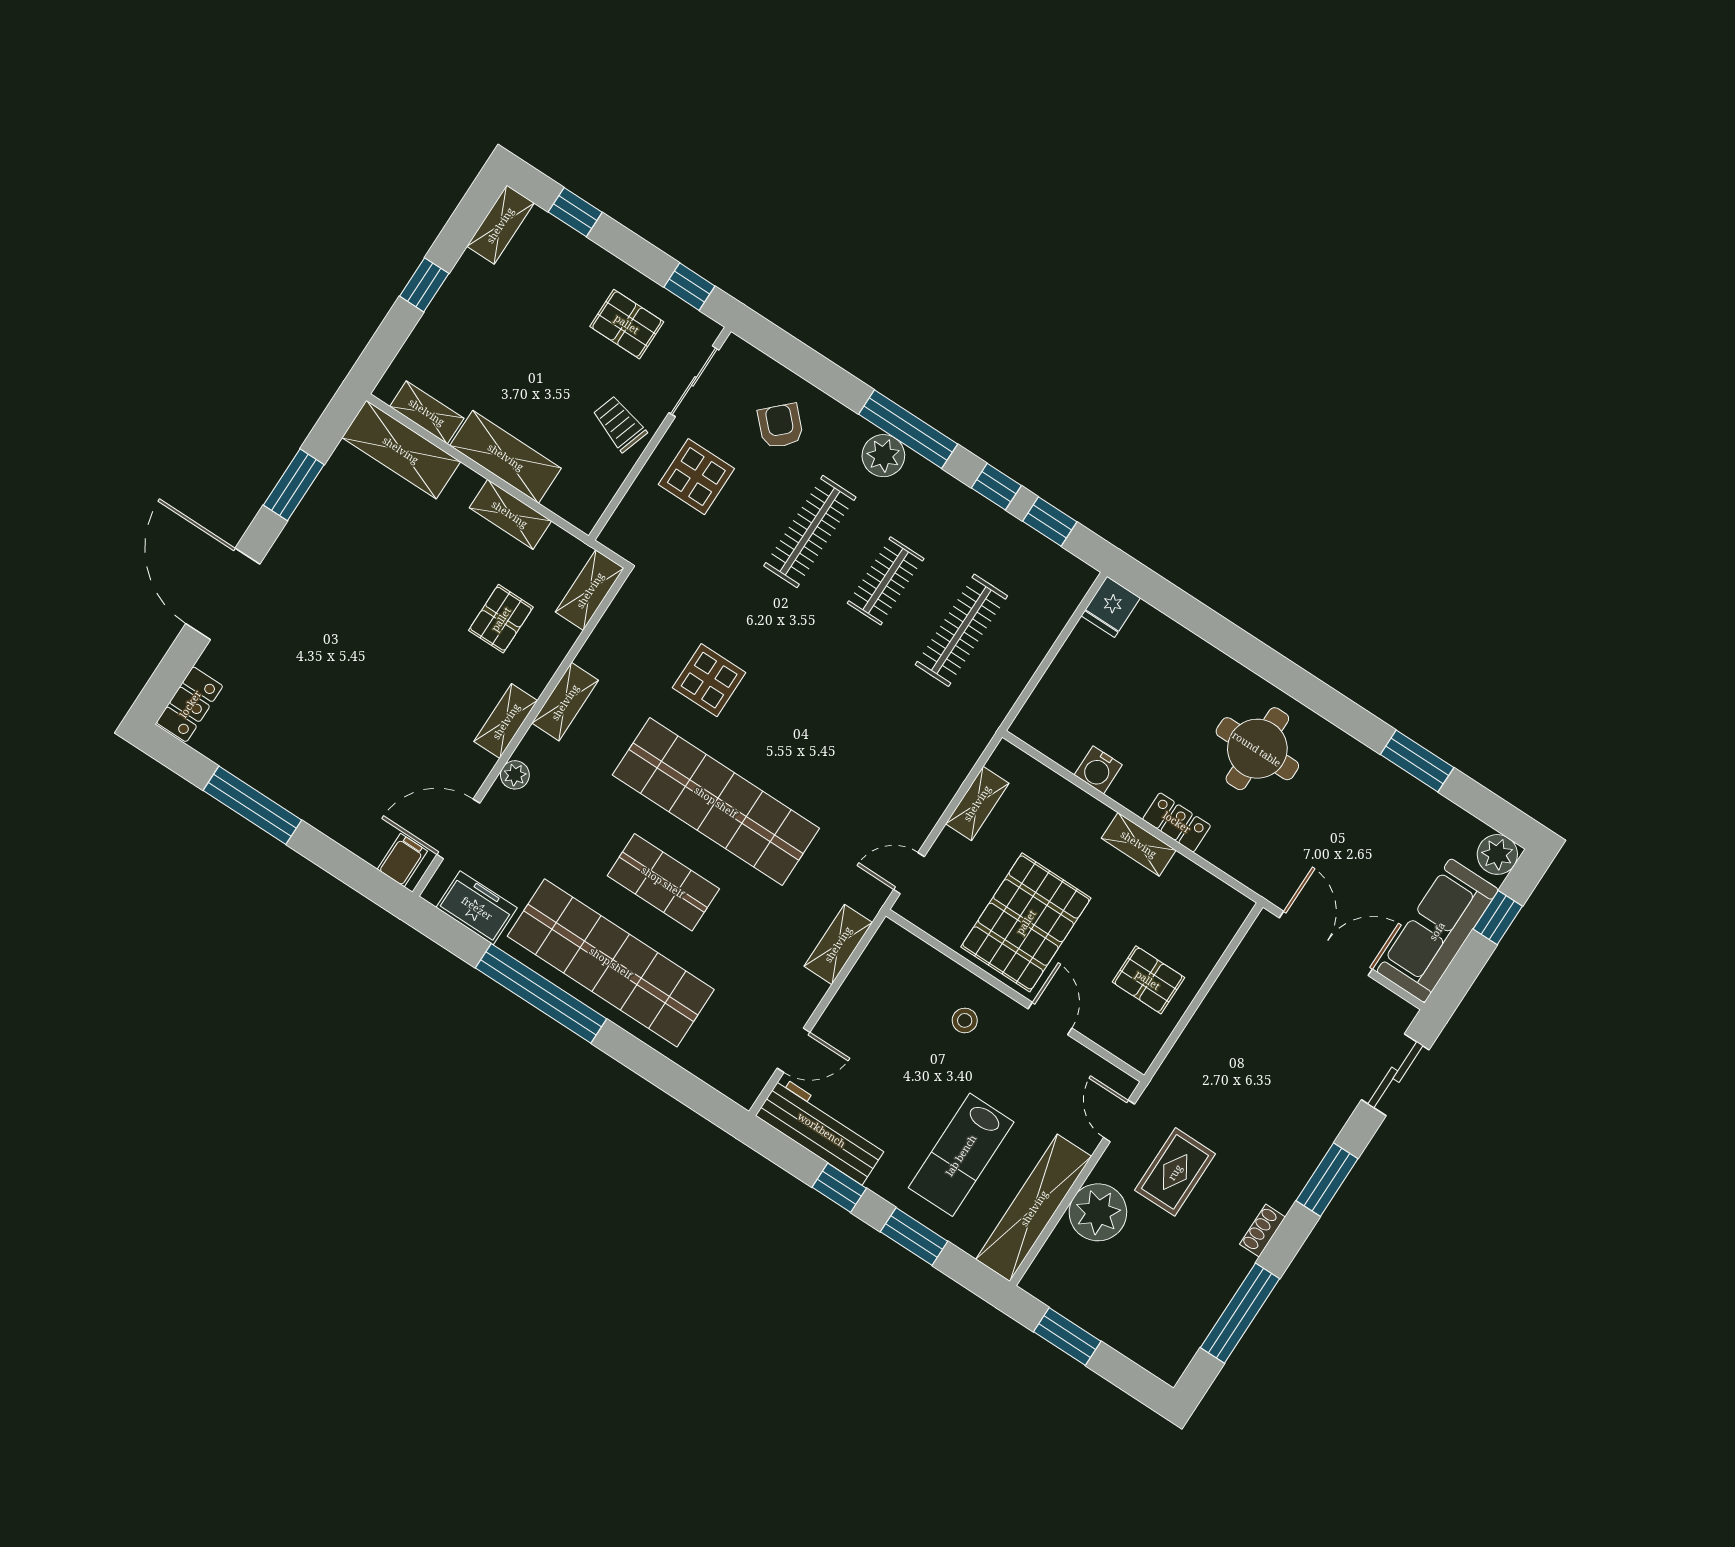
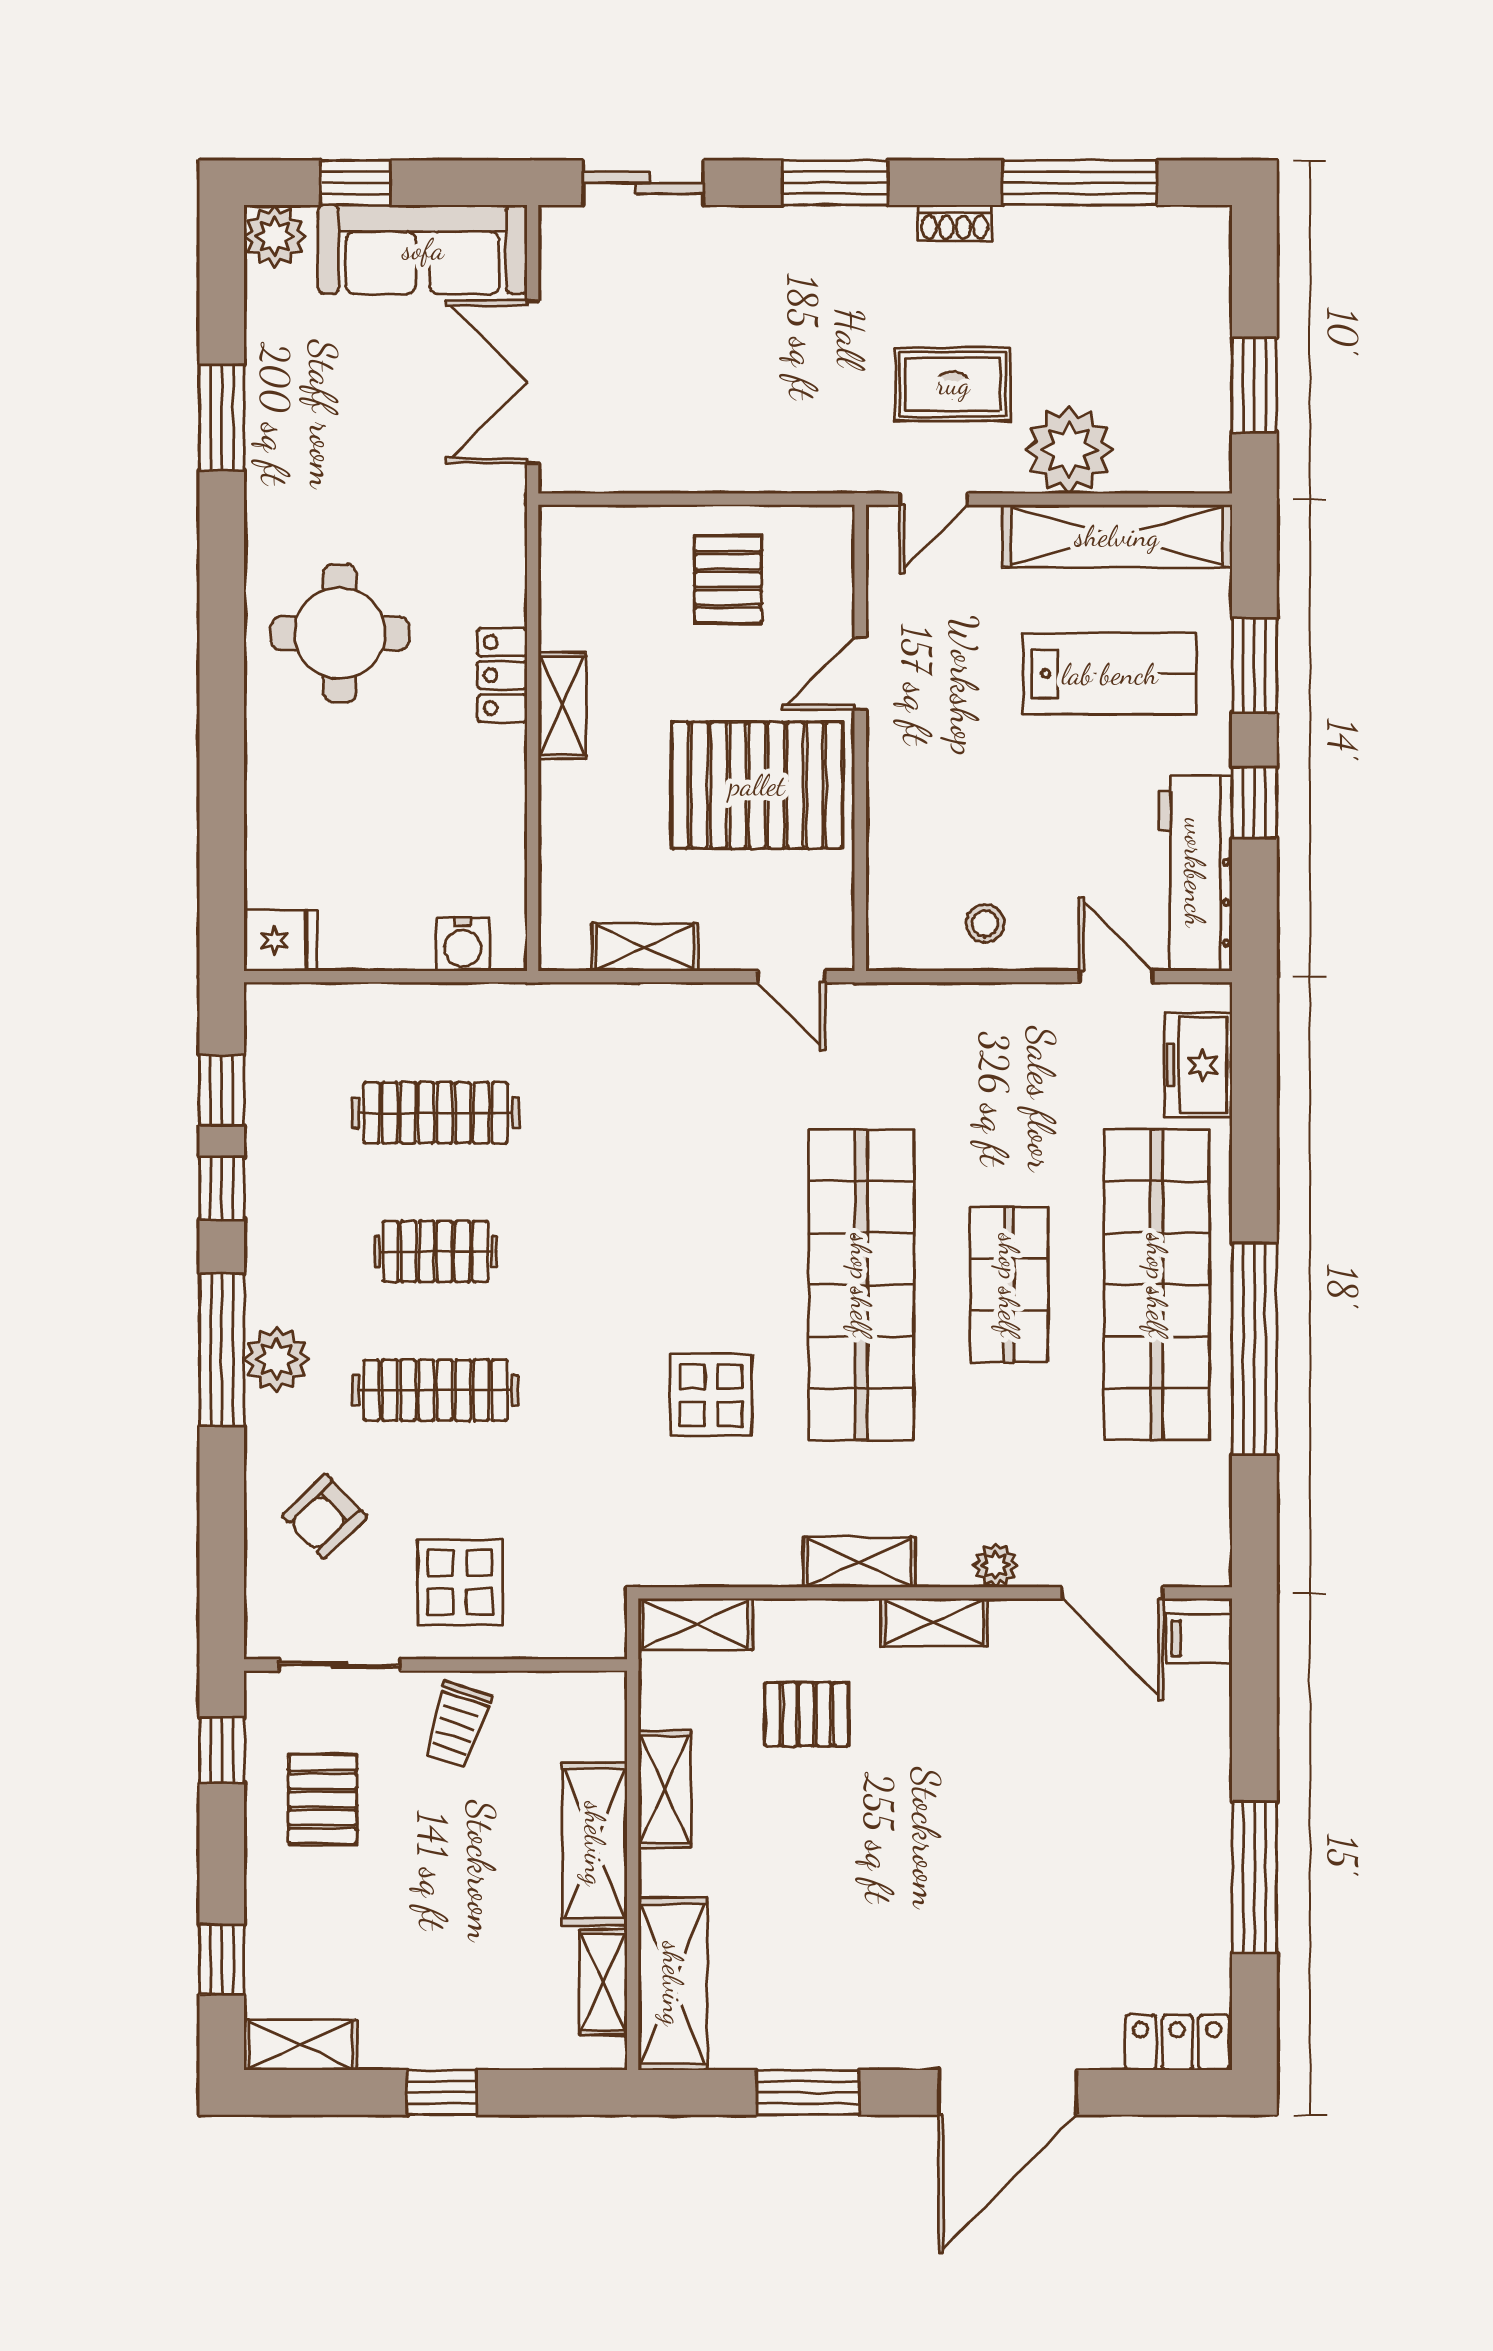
water cooler: (1098, 770) -> (463, 944), moved, turned 90
freezer: (477, 908) -> (1198, 1065), moved
shelving: (838, 944) -> (942, 1008), removed
stool: (965, 1020) -> (985, 923), moved

